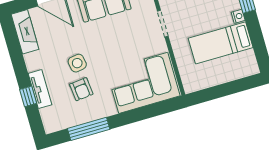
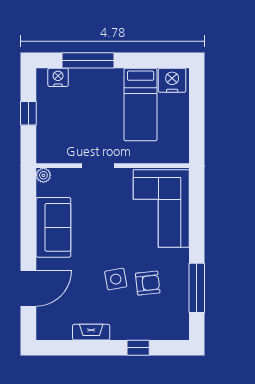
nightstand: (238, 16) -> (172, 80), moved, width x1.89, depth x1.79
fireplace: (25, 32) -> (91, 332), moved, width x0.73, depth x0.76
tv unit: (40, 89) -> (134, 331), removed

